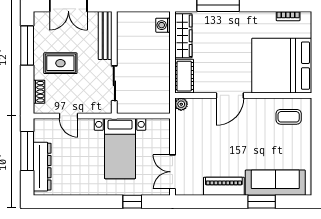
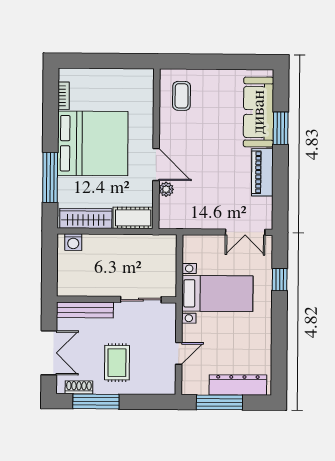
bed: (282, 66) -> (93, 143), moved, turned -90
shoe rack: (39, 92) -> (79, 387), moved
plant: (181, 104) -> (166, 189), moved

